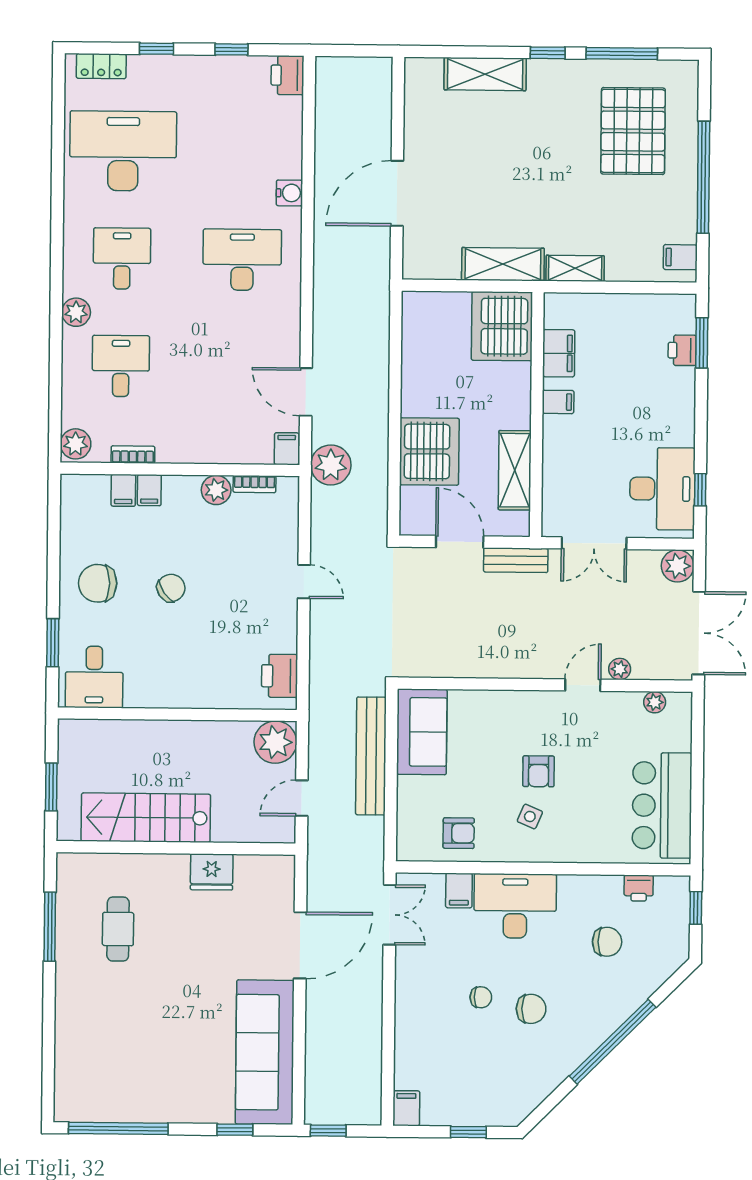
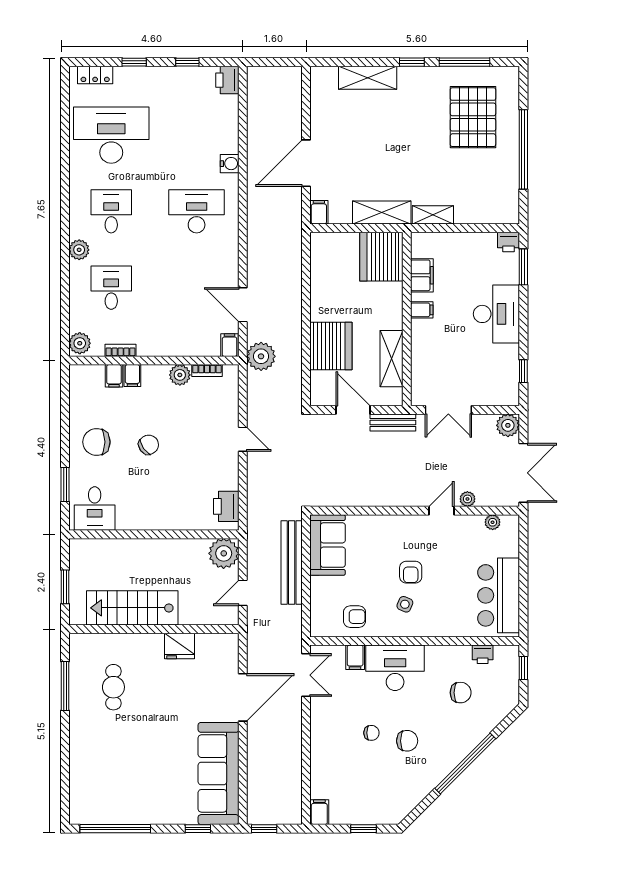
filing cabinet: (680, 257) -> (319, 212), moved, turned 90
printer: (682, 350) -> (509, 242), moved, turned -90
desk: (662, 489) -> (496, 314), moved

